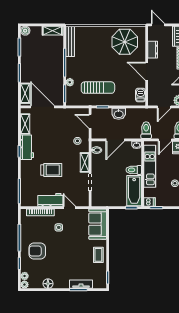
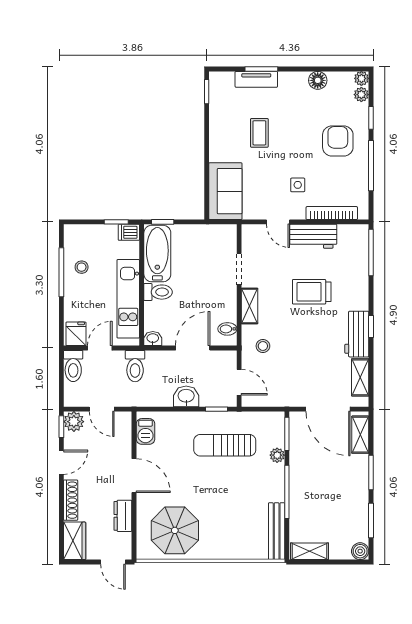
door: (164, 107) -> (102, 409), swing flipped
armchair: (37, 251) -> (338, 141), turned -90
coffee table: (98, 255) -> (259, 133), moved

